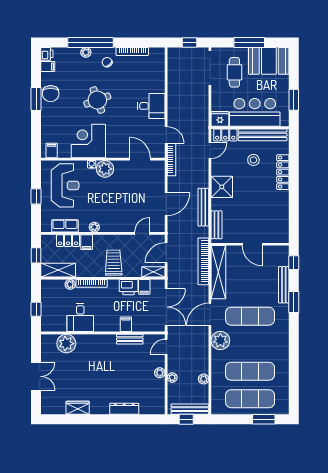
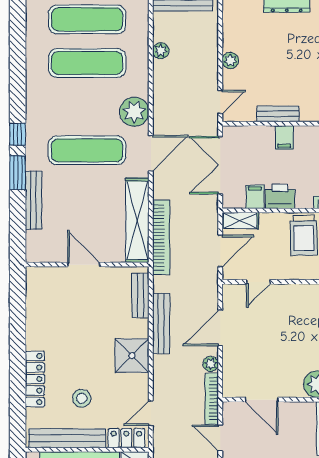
window: (294, 263) -> (18, 134), moved
plant: (172, 378) -> (211, 364), moved

